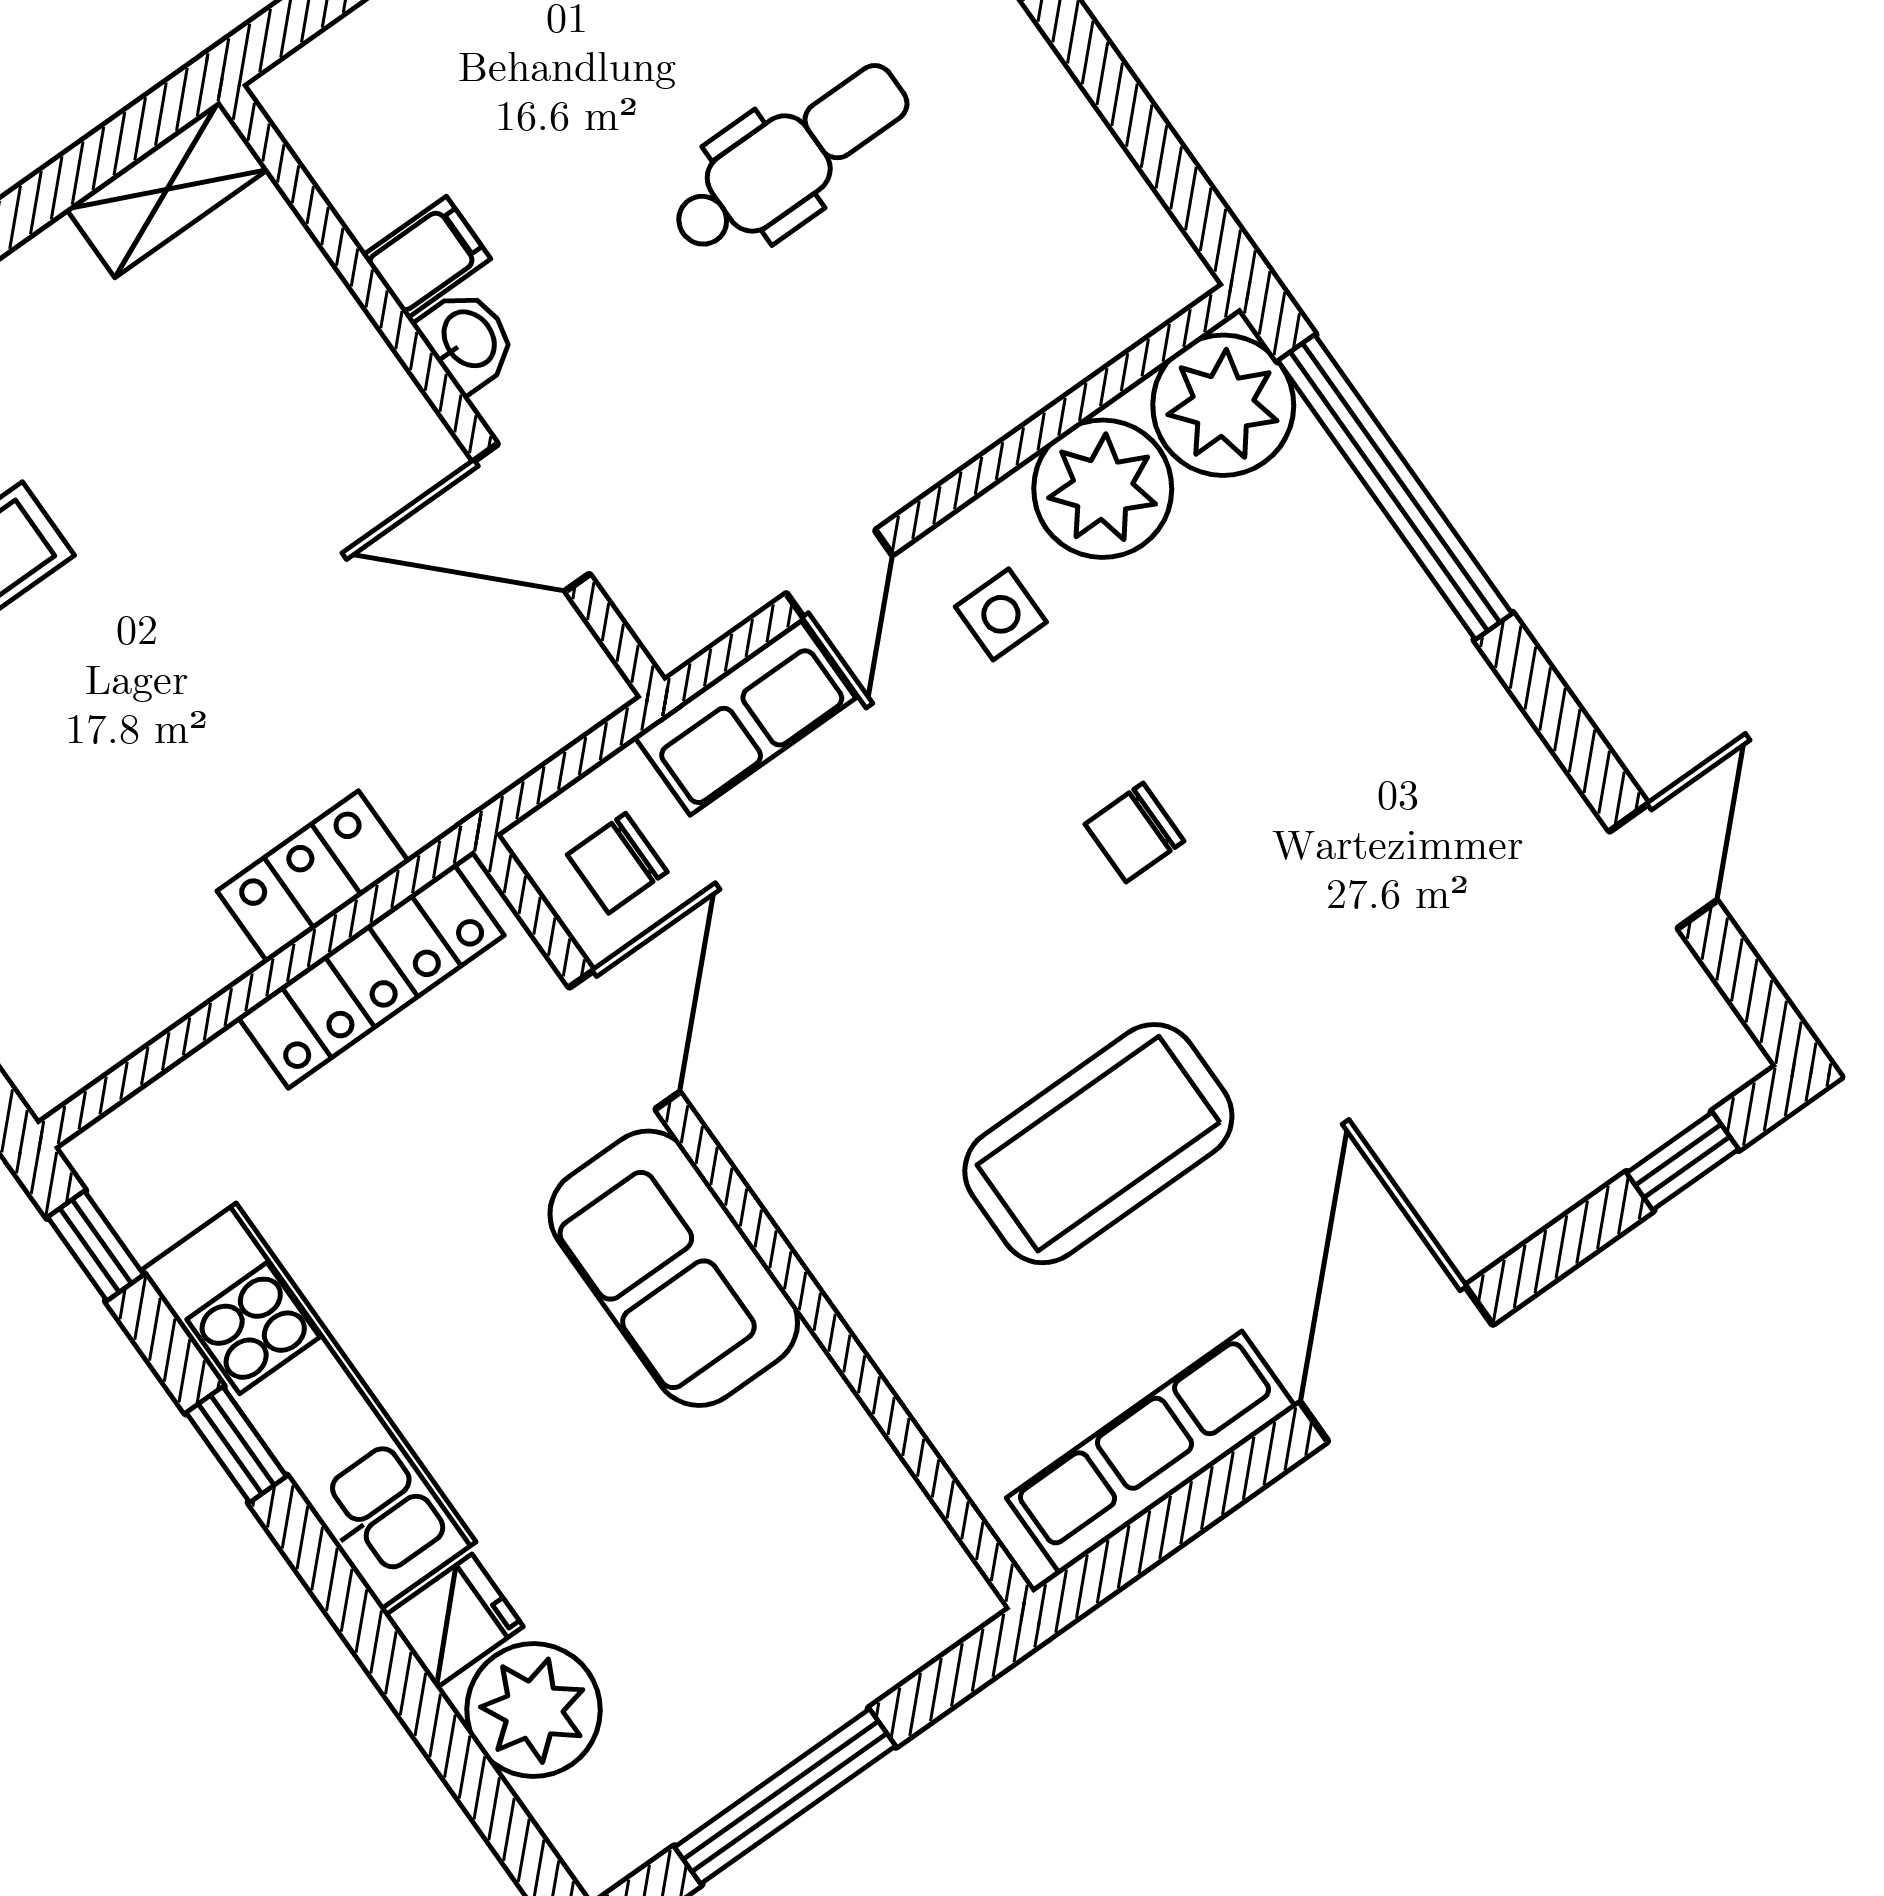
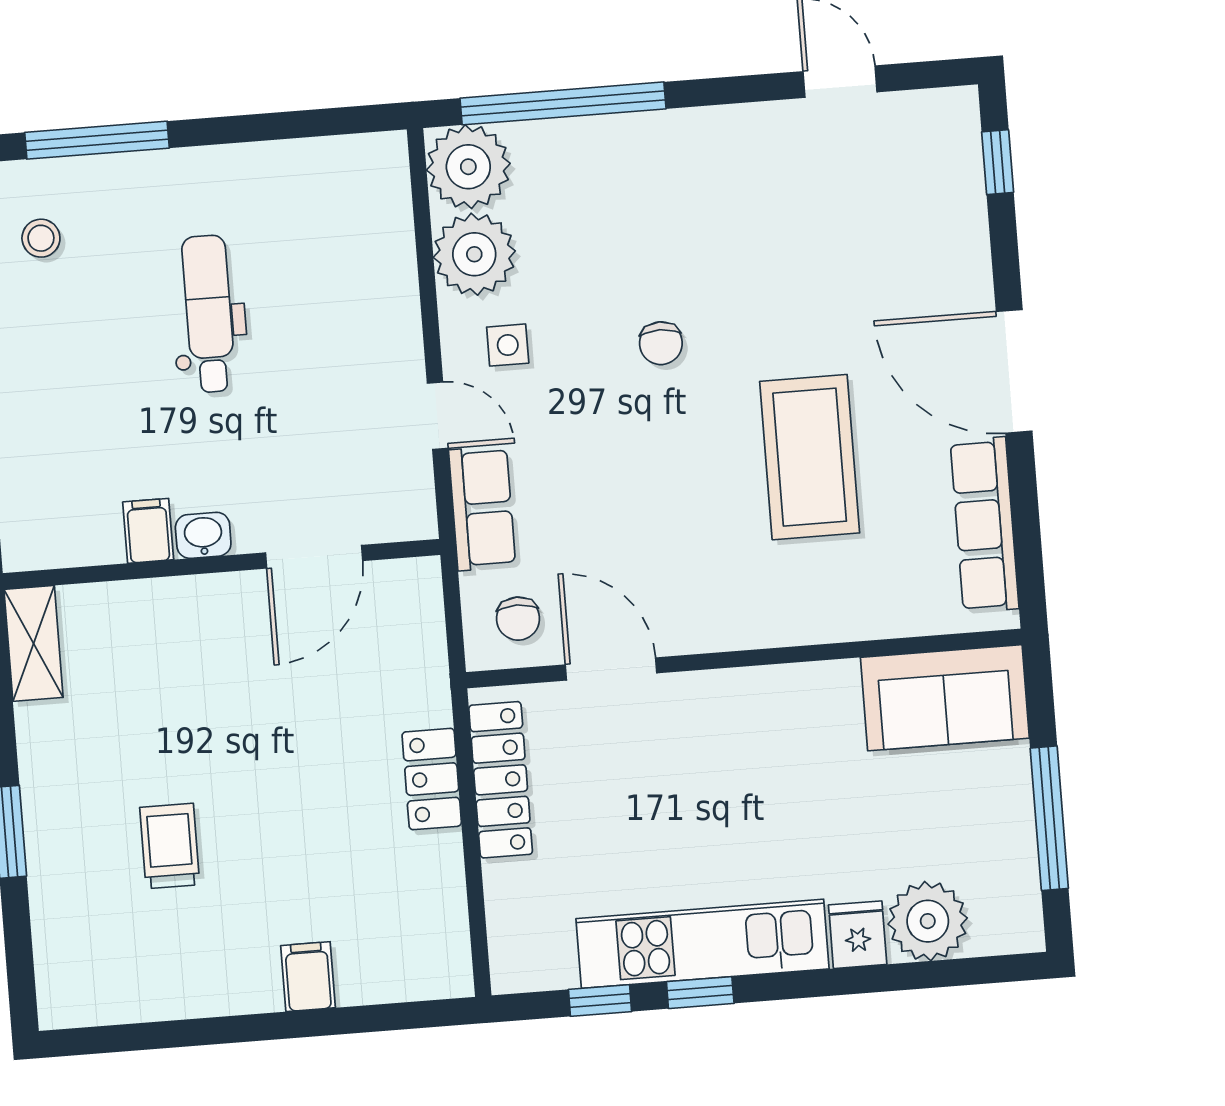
window: (96, 1246) -> (600, 1000), moved
sofa: (674, 1268) -> (945, 698), moved

